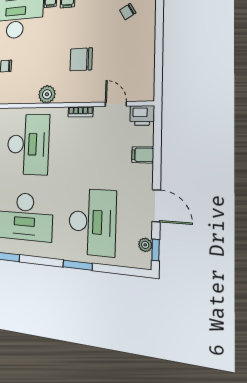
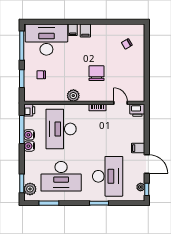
chair: (81, 59) -> (97, 73), turned 90
desk: (28, 144) -> (61, 129), turned 180
filing cabinet: (143, 155) -> (138, 148), moved

